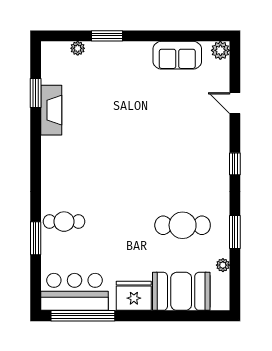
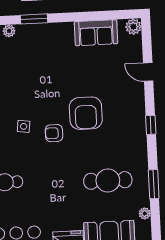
armchair: (161, 147) -> (86, 113), added
side table: (89, 159) -> (24, 126), added
armchair: (123, 168) -> (54, 133), added

